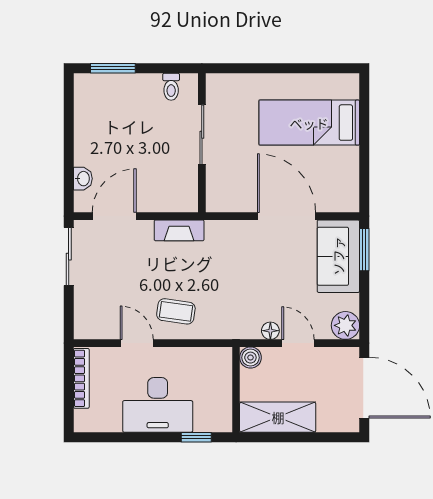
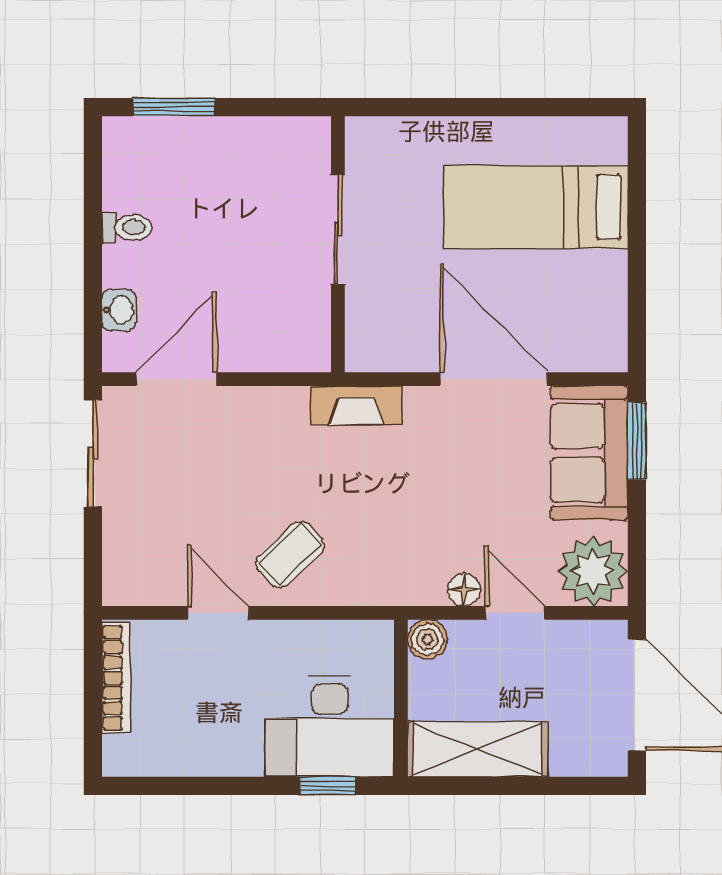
toilet: (171, 87) -> (127, 227), moved, turned -90
fireplace: (179, 230) -> (356, 405), moved
coffee table: (176, 311) -> (290, 554), turned -51
plant: (345, 325) -> (593, 571), width x1.36, depth x1.36
desk: (158, 405) -> (330, 727), moved

